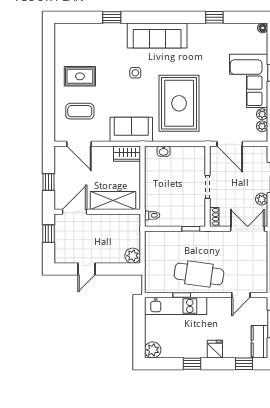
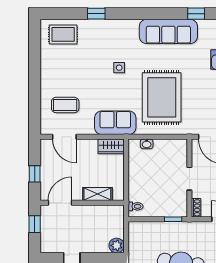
sofa: (157, 36) -> (168, 31), moved
rug: (80, 76) -> (63, 34), moved
shelving: (113, 201) -> (97, 194), width x0.67, depth x0.75

